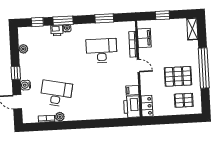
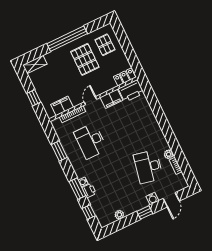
filing cabinet: (132, 90) -> (111, 99), width x2.00

